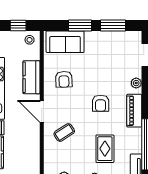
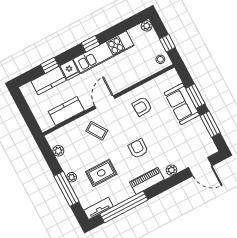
sofa: (65, 42) -> (182, 104), moved
kitchen counter: (31, 77) -> (66, 111), moved
armchair: (101, 103) -> (138, 149), turned 90

